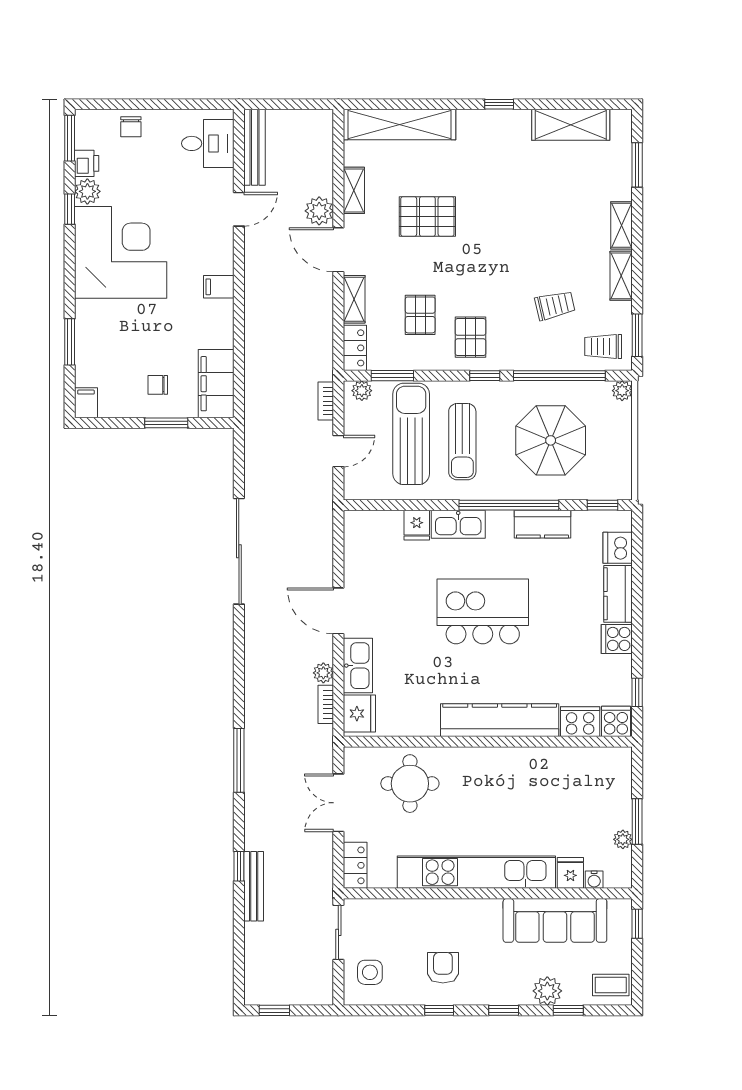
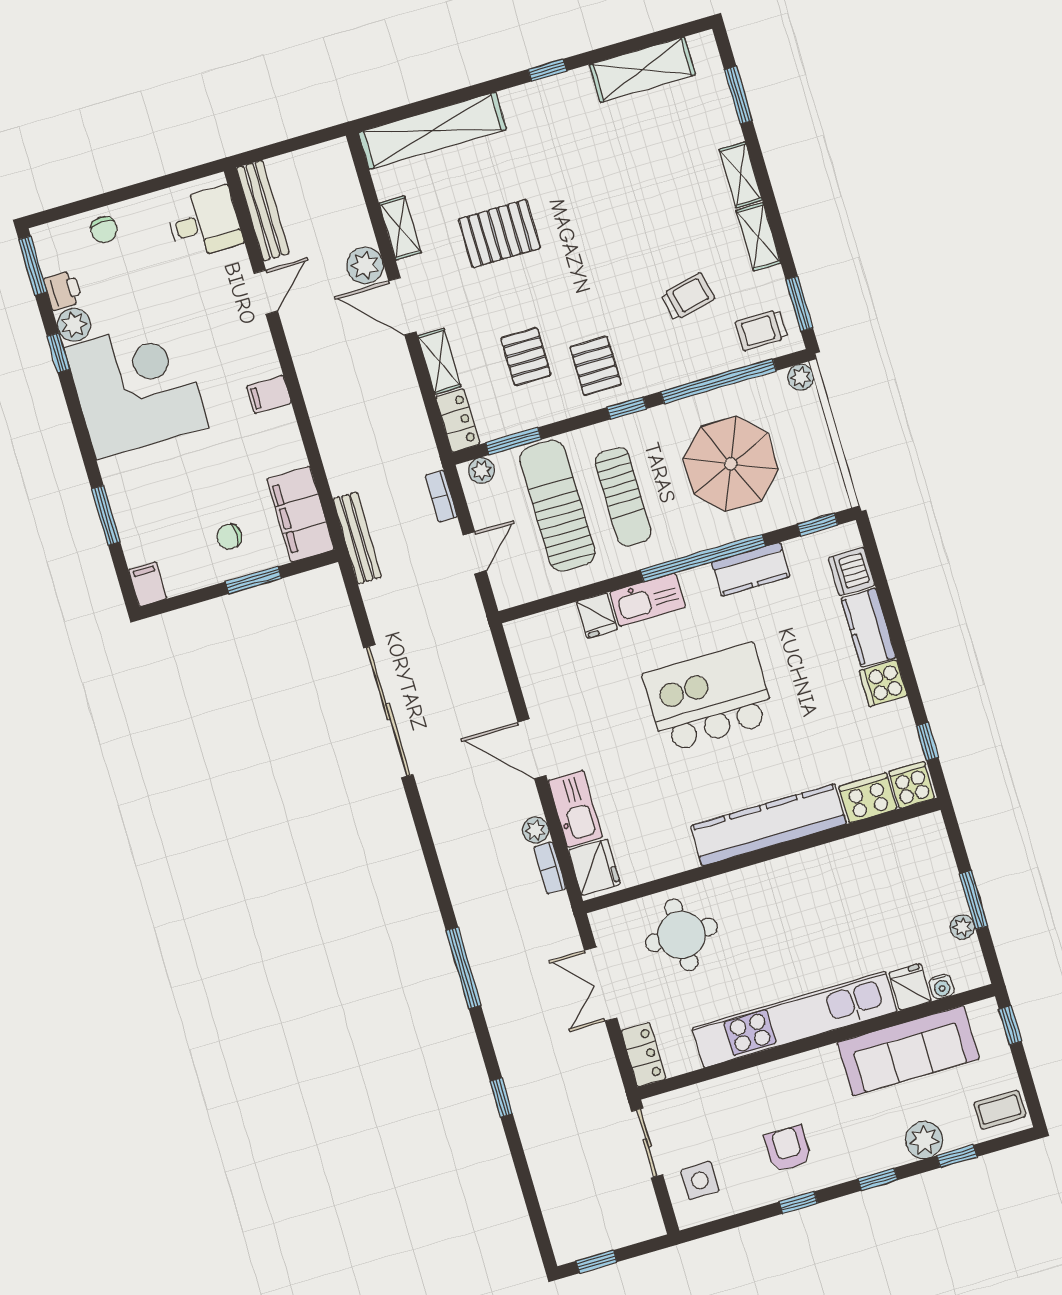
bench: (254, 886) -> (357, 538), moved

